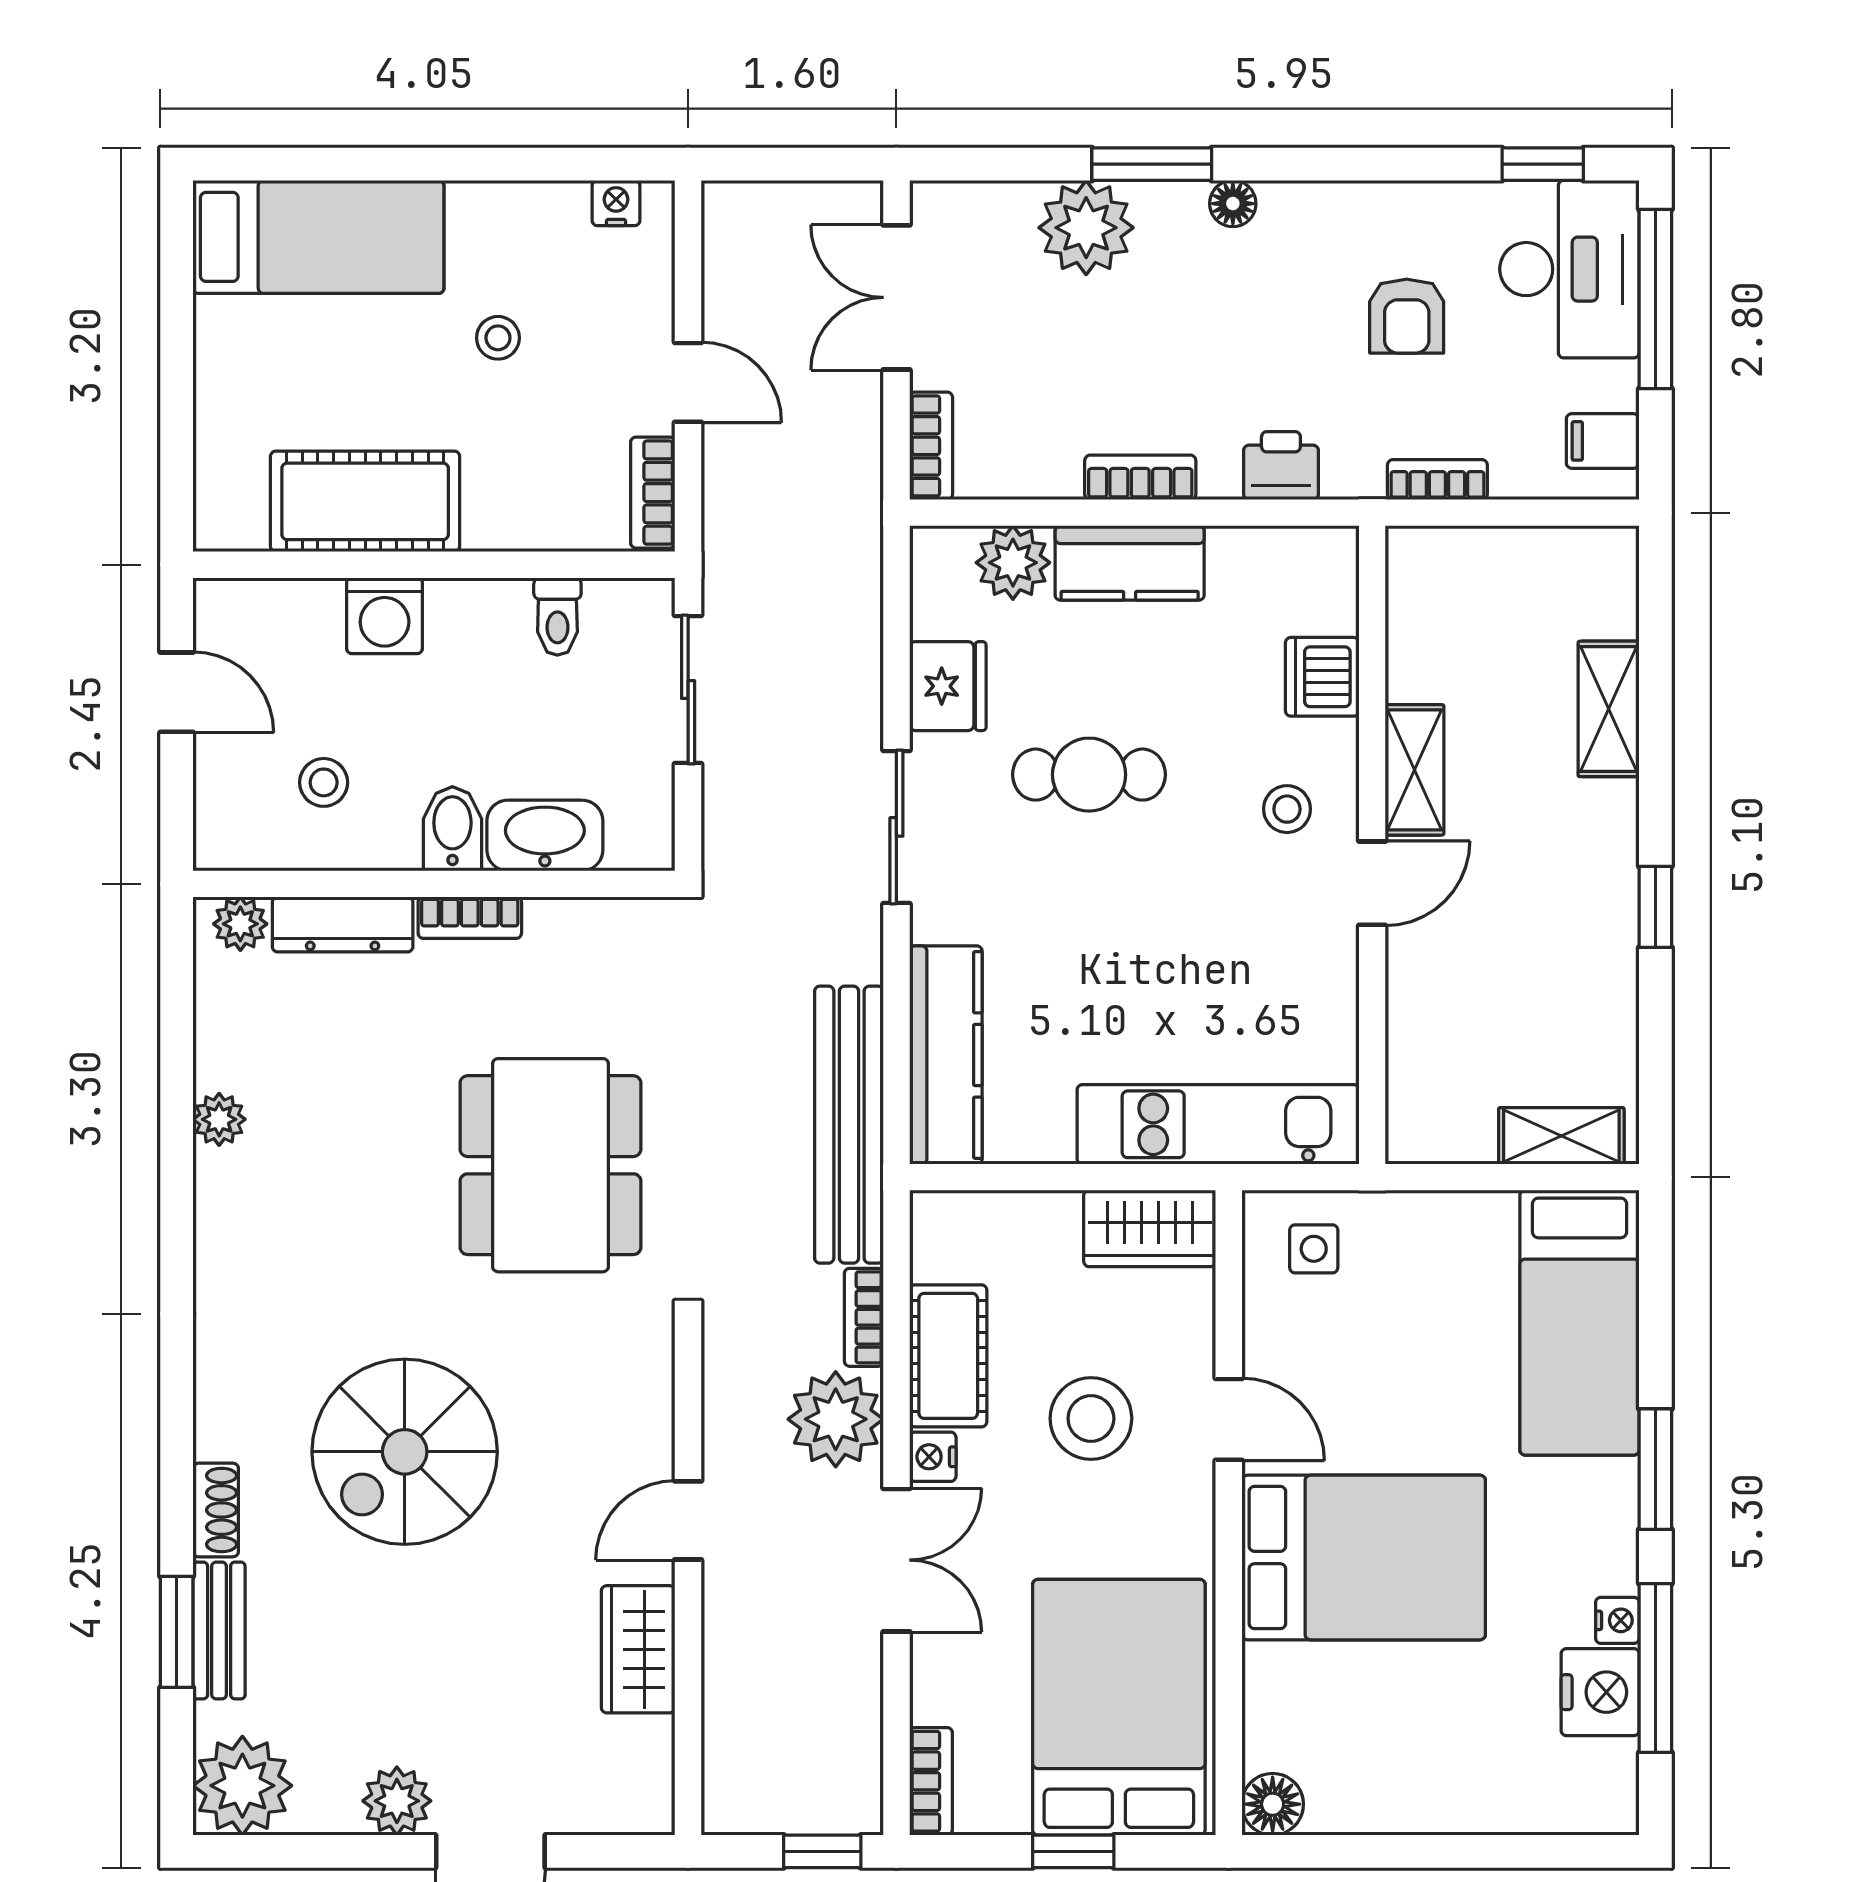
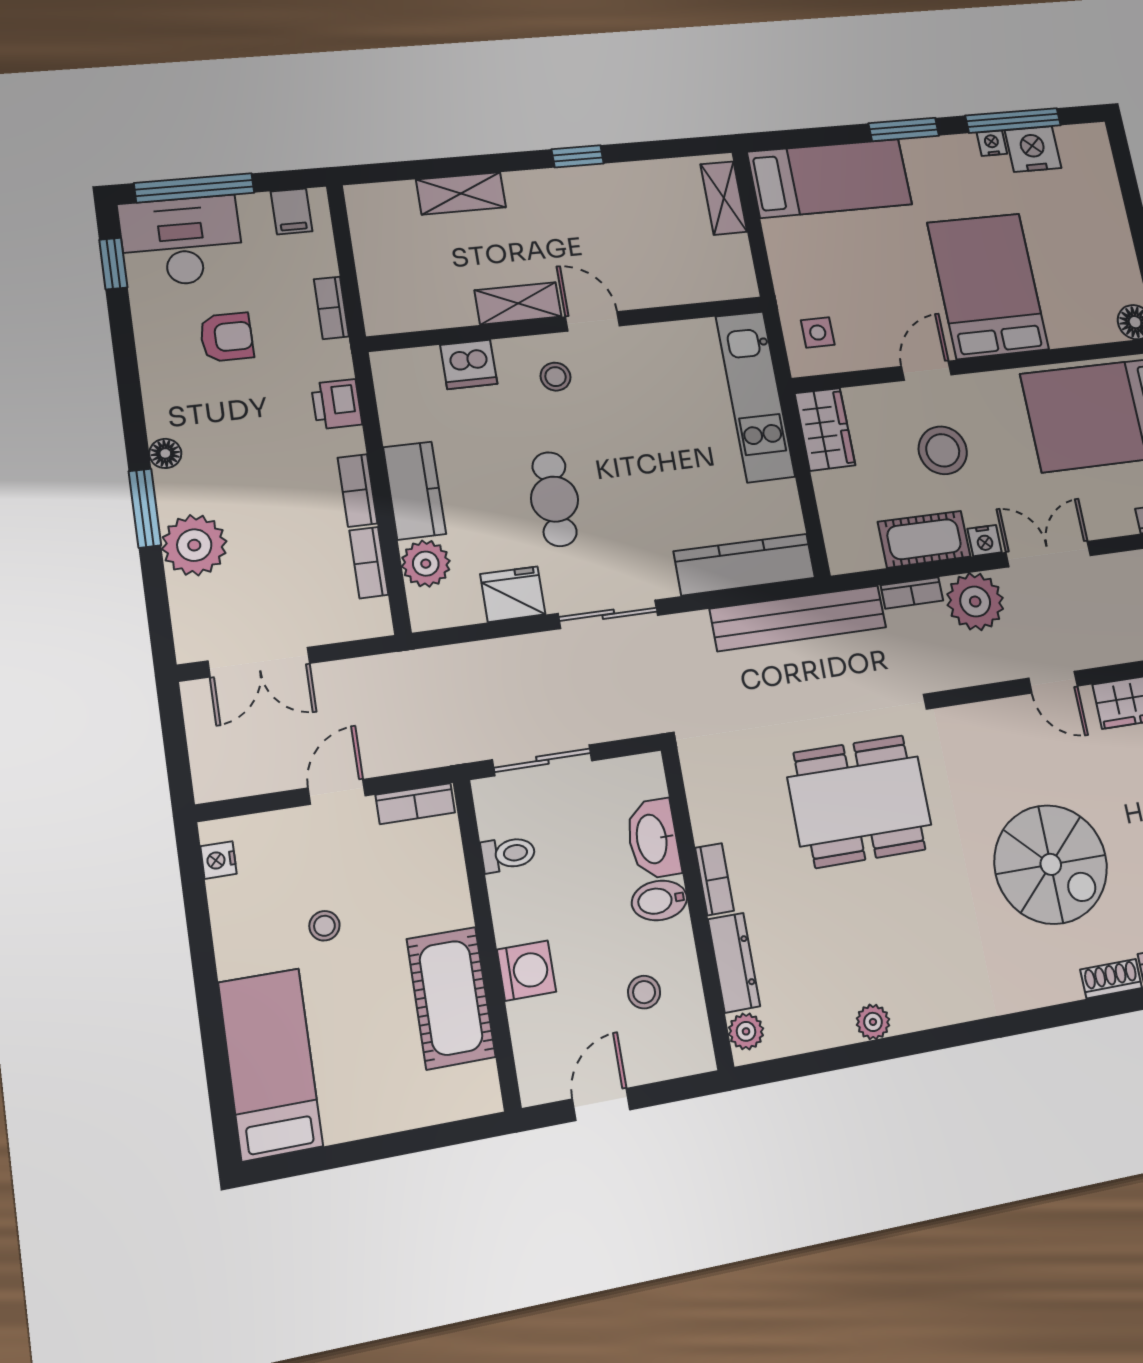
bookcase: (931, 446) -> (369, 563), moved, turned -90

